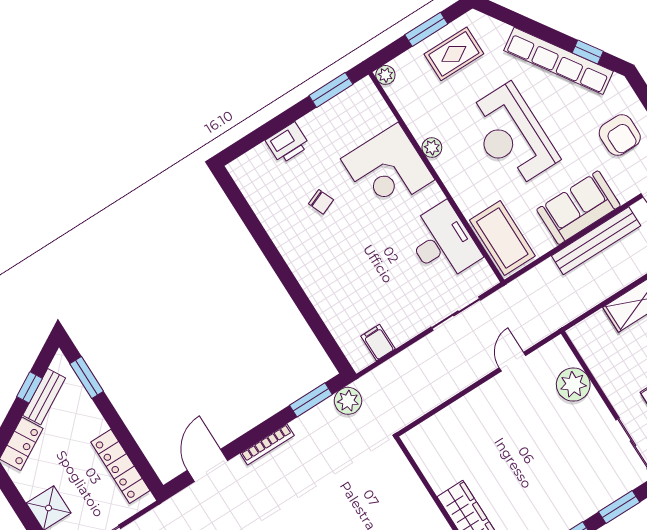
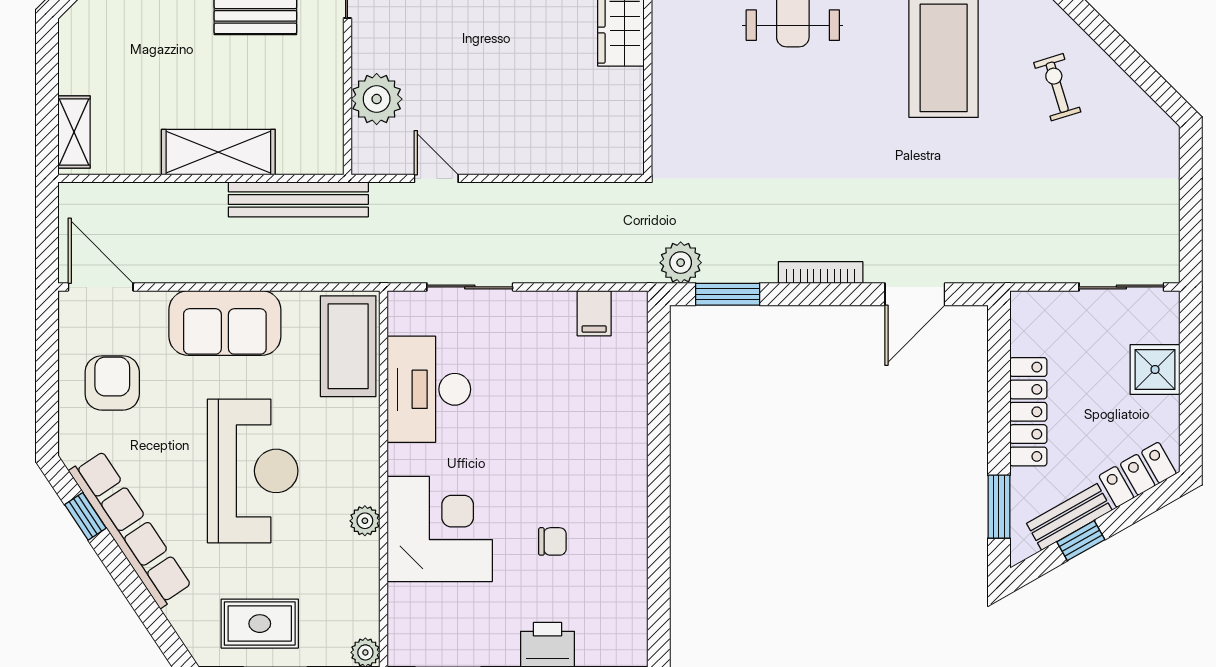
chair: (321, 202) -> (552, 541), turned 112
bench: (596, 241) -> (298, 199), moved
door: (512, 362) -> (436, 178), swing flipped
locker: (120, 466) -> (1028, 412), moved

